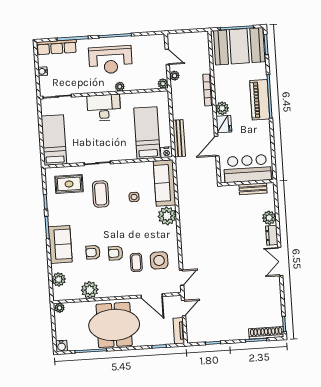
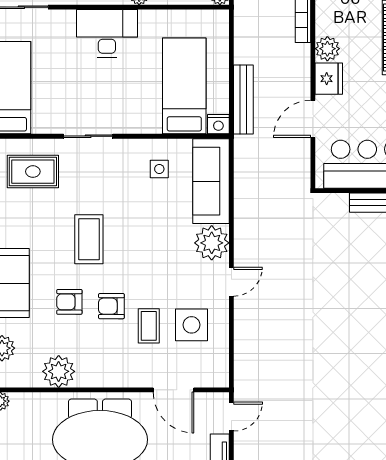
coffee table: (101, 194) -> (89, 239), moved
side table: (134, 197) -> (159, 169), moved
door: (182, 278) -> (231, 282), moved

